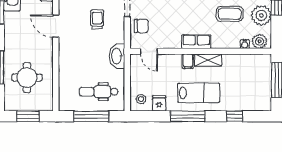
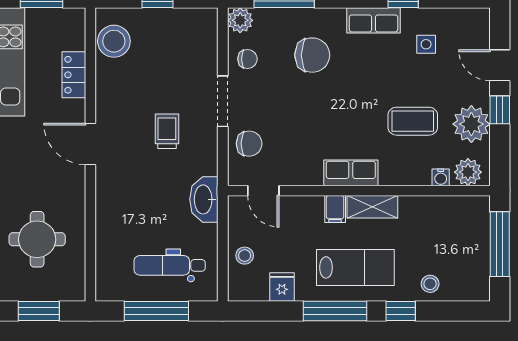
stool: (141, 99) -> (245, 256), moved
stool: (239, 102) -> (430, 284), added
window: (235, 116) -> (401, 311), moved

